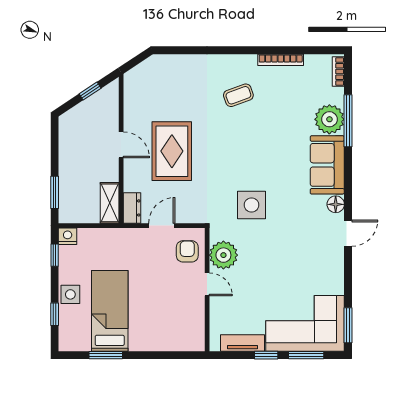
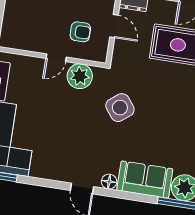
side table: (251, 205) -> (120, 108), turned -38
armchair: (187, 251) -> (80, 32), moved

